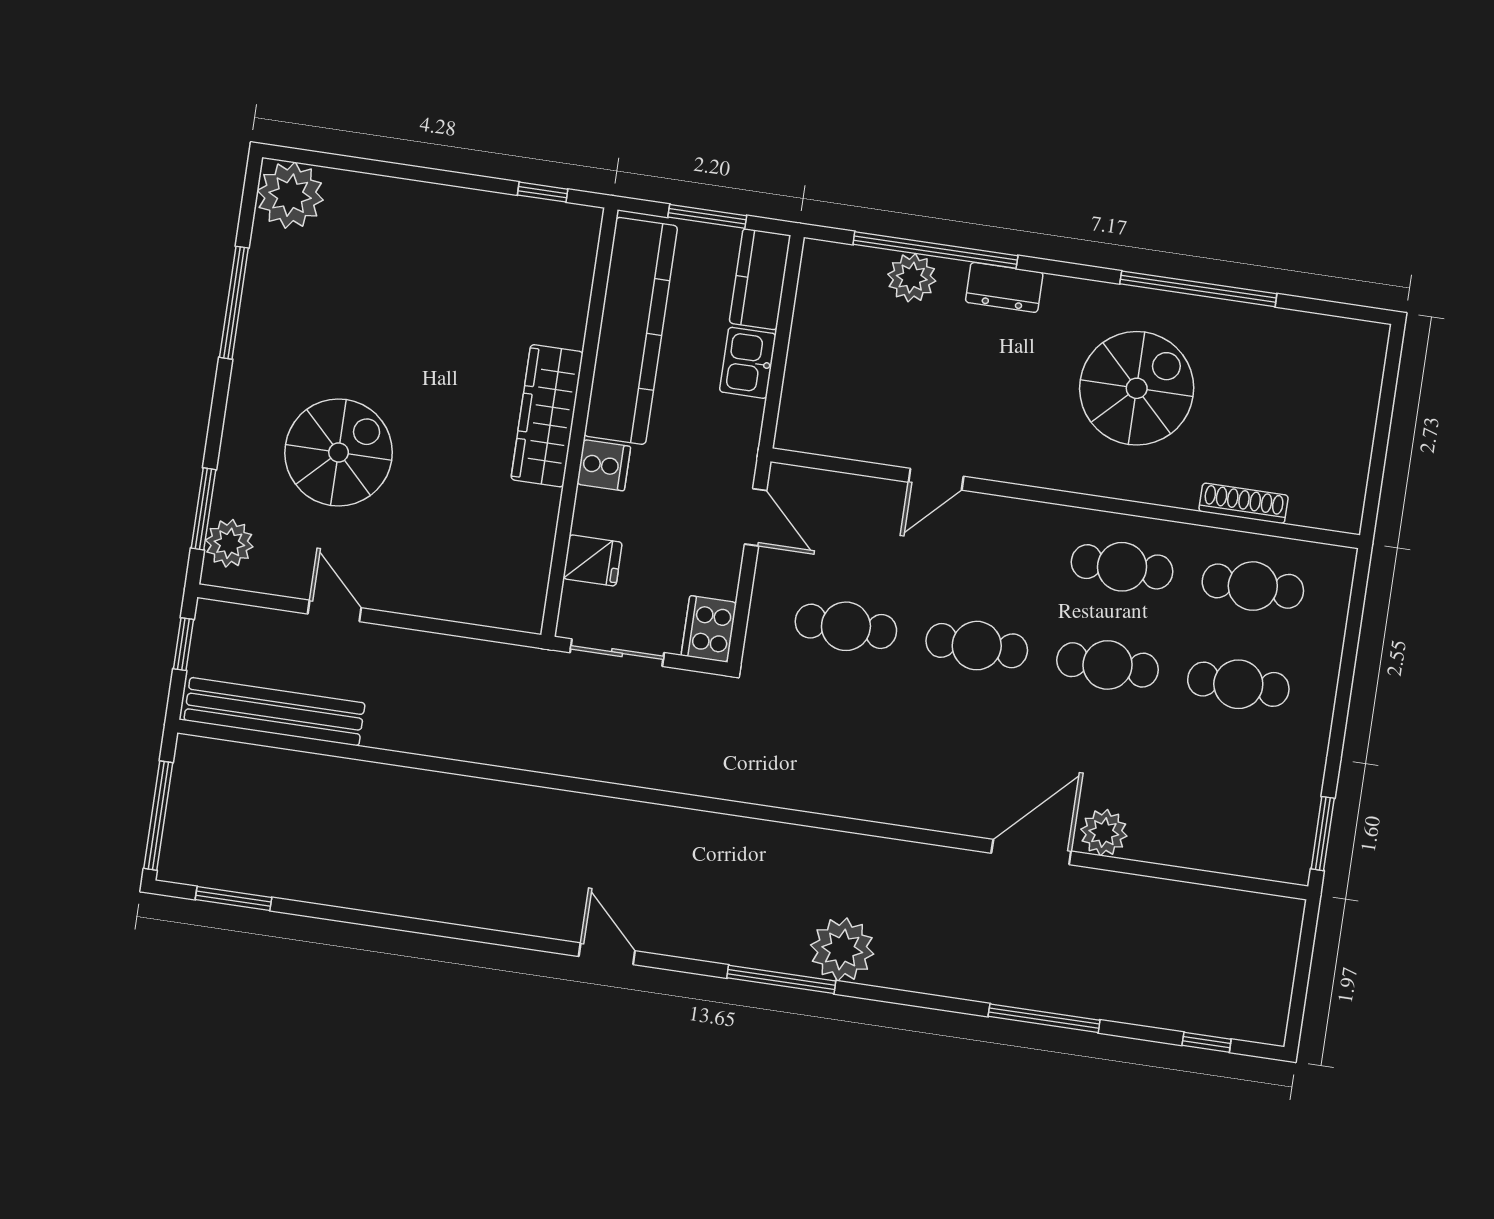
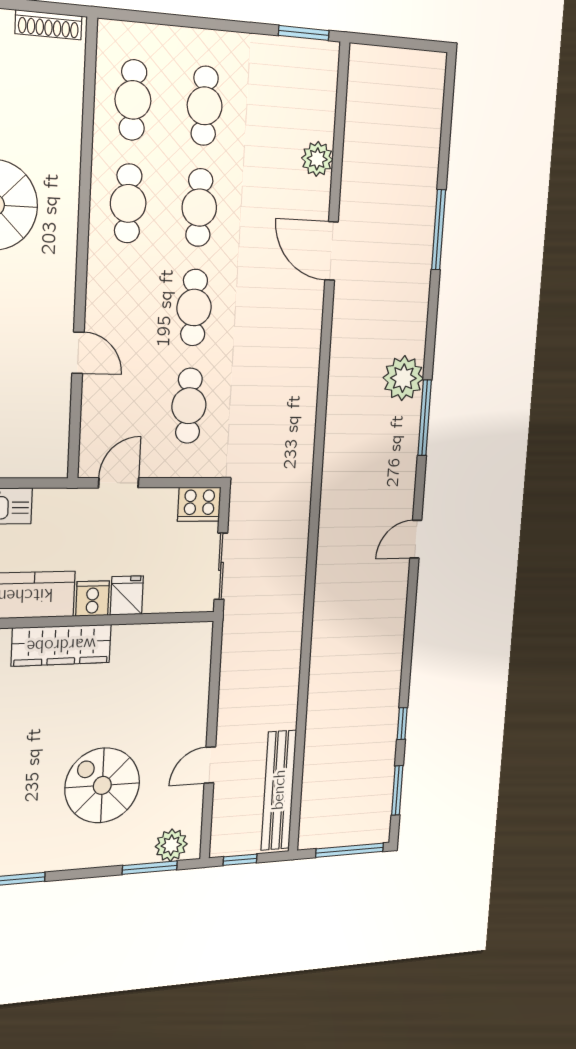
shoe rack: (1244, 503) -> (49, 25), moved, turned -90
fridge: (593, 560) -> (127, 595), moved
plant: (1104, 833) -> (317, 159), moved
window: (1207, 1042) -> (402, 724), moved

